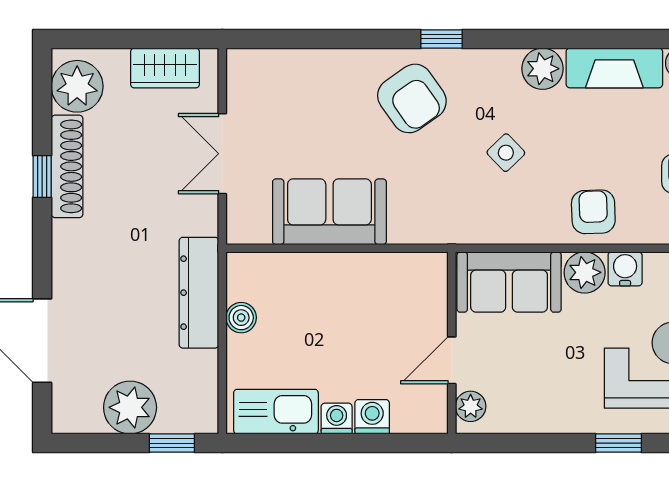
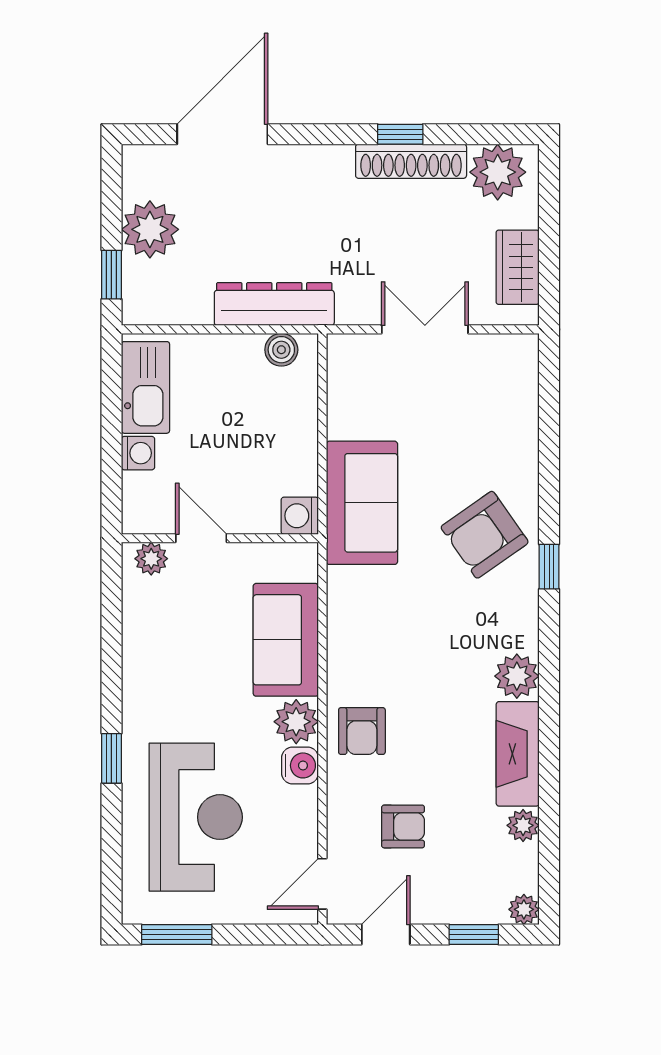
side table: (506, 153) -> (426, 636), removed
sofa: (329, 212) -> (362, 503), moved
armchair: (593, 212) -> (362, 731), turned 92
boiler: (241, 318) -> (281, 350), moved
wall: (452, 343) -> (220, 538), moved
door: (452, 360) -> (201, 538), moved
plant: (471, 406) -> (151, 559), moved
washing machine: (372, 417) -> (300, 516), moved, turned 180

